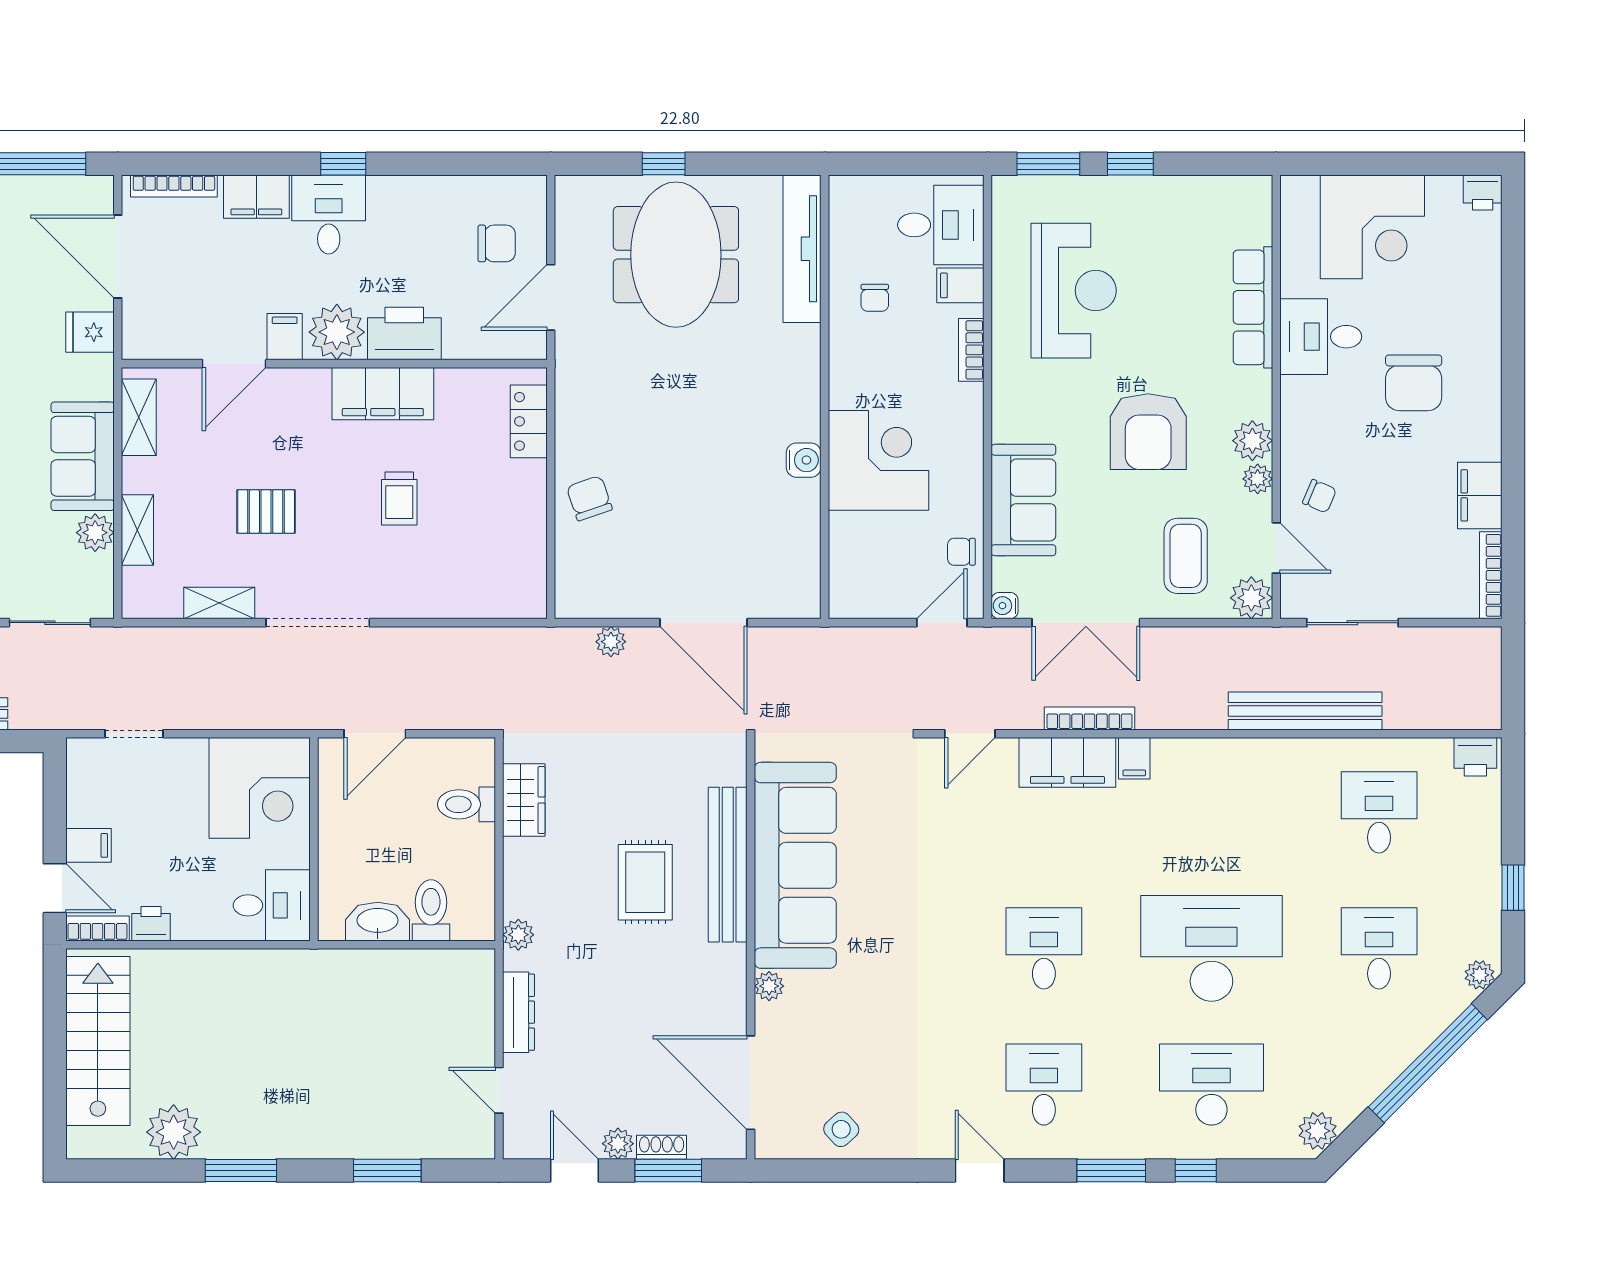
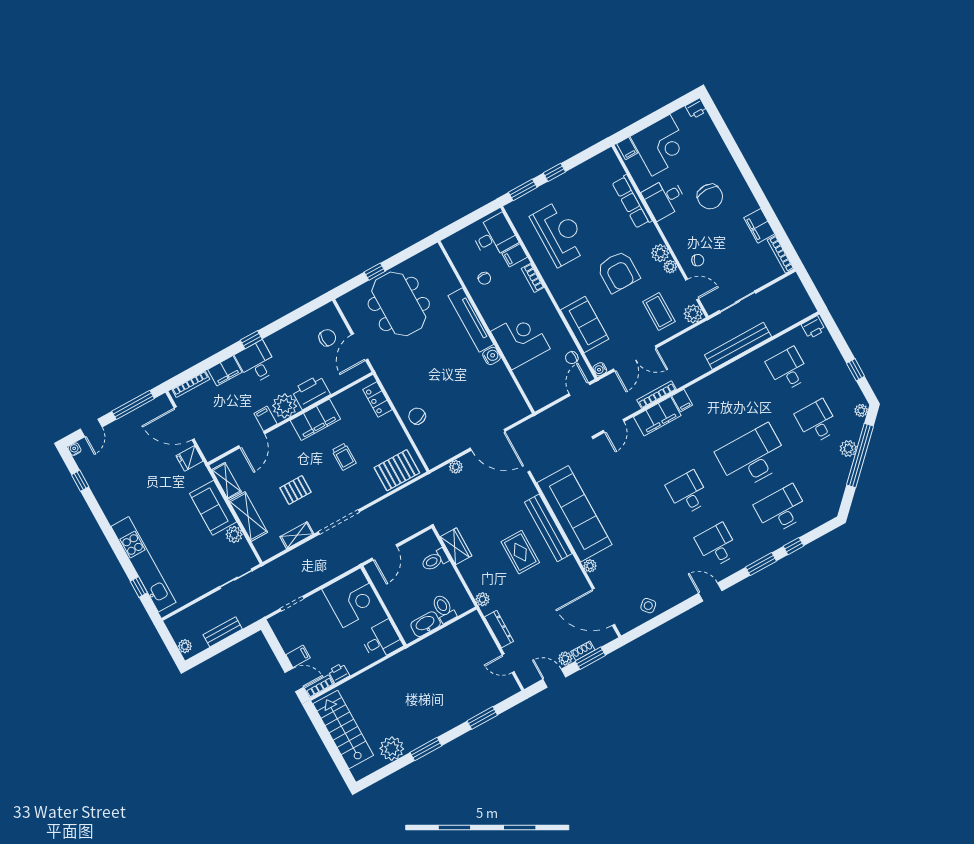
filing cabinet: (1302, 196) -> (627, 148), added
tv unit: (802, 249) -> (471, 320), moved
shelving: (137, 530) -> (248, 517), width x1.50, depth x1.33
pallet: (489, 584) -> (397, 470), added
plant: (1318, 1131) -> (848, 449), moved

